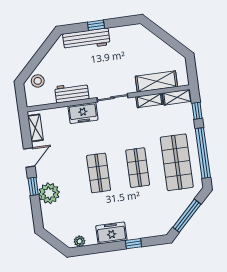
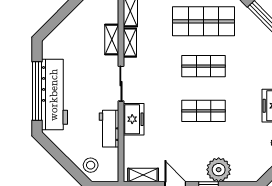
window: (96, 25) -> (37, 91), width x3.17
workbench: (86, 39) -> (54, 95), width x1.36, depth x1.32
shelving: (156, 81) -> (112, 39), width x0.67, depth x0.75

